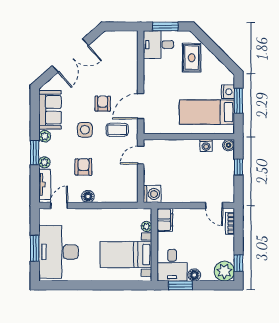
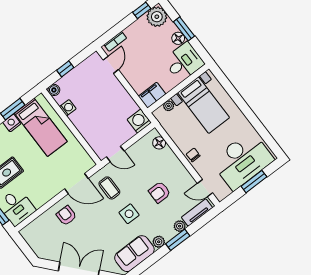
armchair: (103, 104) -> (66, 216), moved, turned 90
floor lamp: (88, 196) -> (159, 143), moved
chair: (93, 216) -> (193, 155), added
window: (180, 285) -> (184, 29), moved

